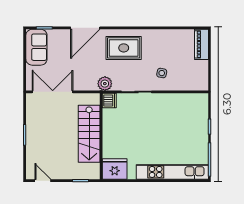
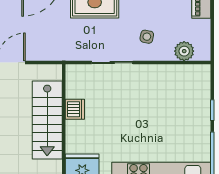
plant: (105, 84) -> (184, 51), moved
dishwasher: (109, 101) -> (75, 109), moved

